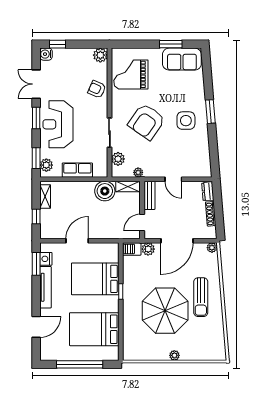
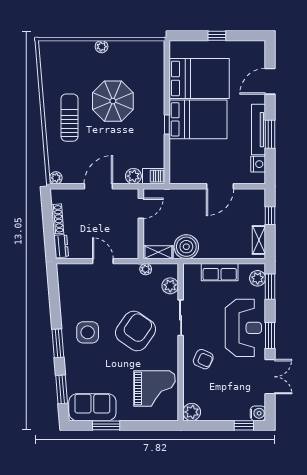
window: (207, 74) -> (62, 389), added
armchair: (97, 89) -> (203, 359), moved
bench: (149, 195) -> (132, 241), removed
door: (177, 241) -> (98, 186), width x0.73
window: (36, 264) -> (270, 134), moved
bed: (95, 279) -> (198, 119), moved
parasol: (165, 311) -> (113, 101), width x0.73, depth x0.73
window: (80, 364) -> (217, 36), width x0.32

